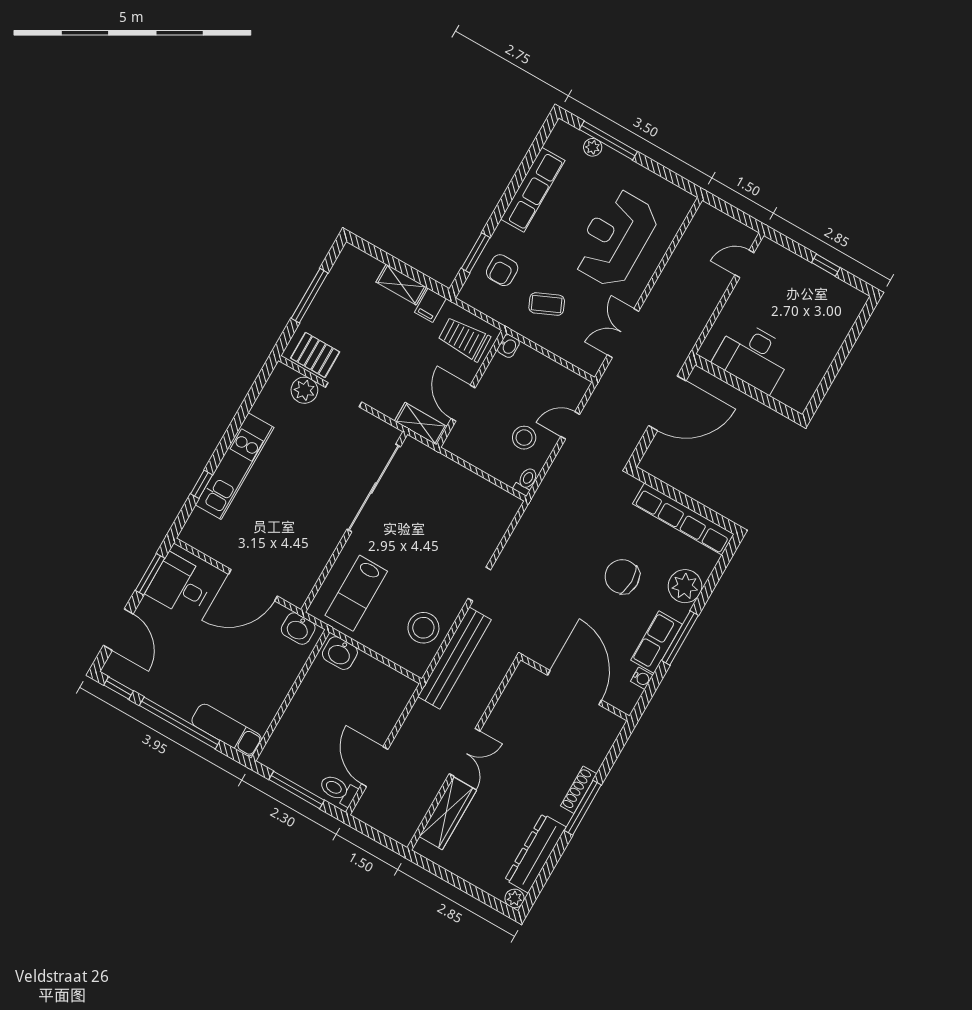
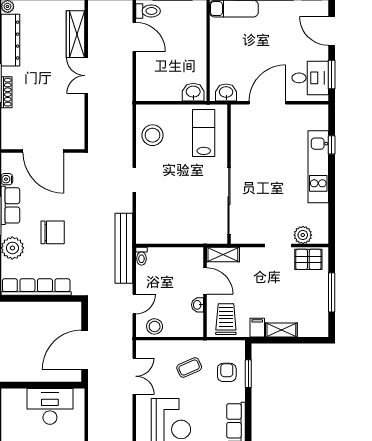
trolley: (464, 339) -> (226, 319), turned -88
washbasin: (508, 346) -> (198, 305), moved
stool: (524, 438) -> (155, 326), moved
bench: (455, 658) -> (124, 248), moved

